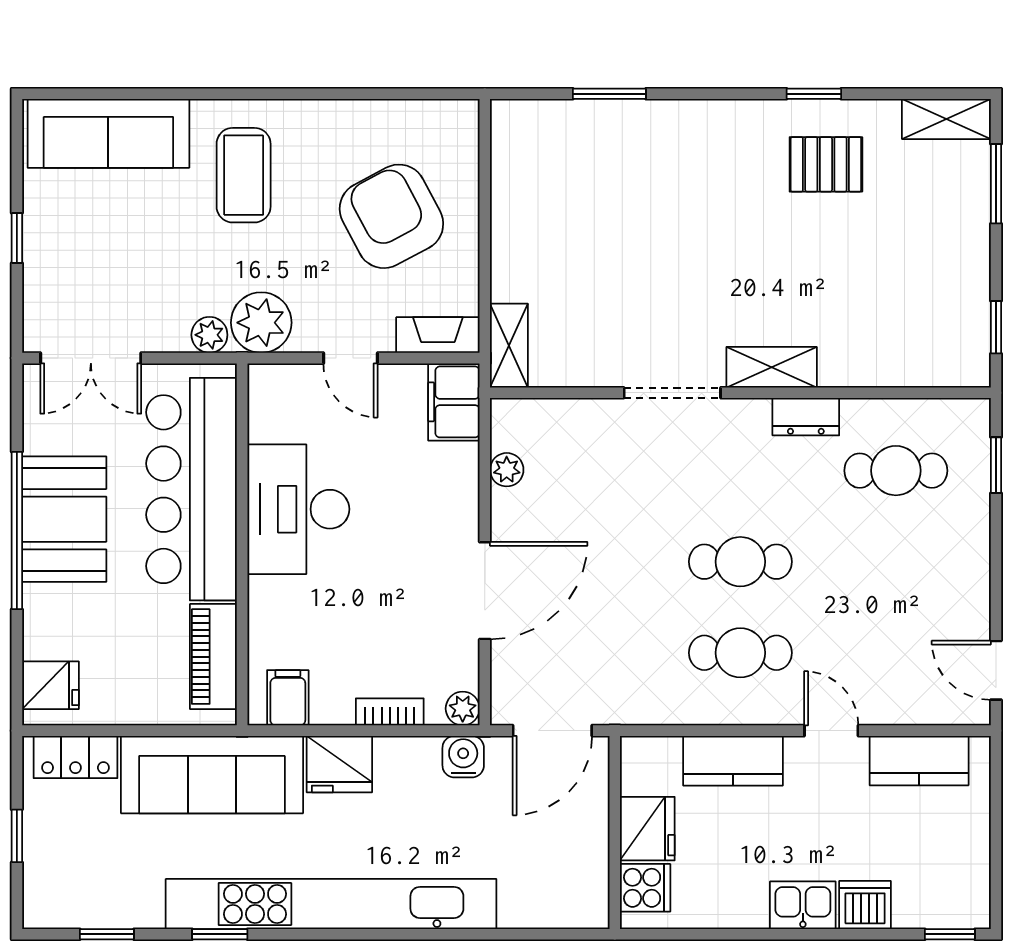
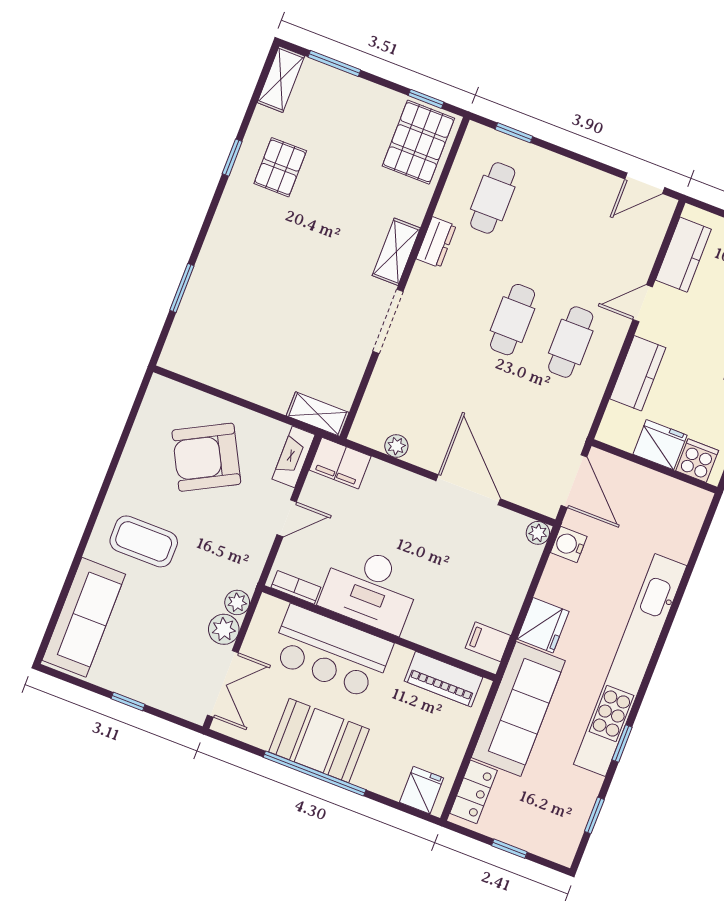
plant: (261, 323) -> (224, 629), moved, width x0.73, depth x0.73
pallet: (933, 340) -> (418, 142), added
bar counter: (192, 489) -> (331, 652), width x0.73
bookcase: (390, 712) -> (296, 587), moved, turned 90

